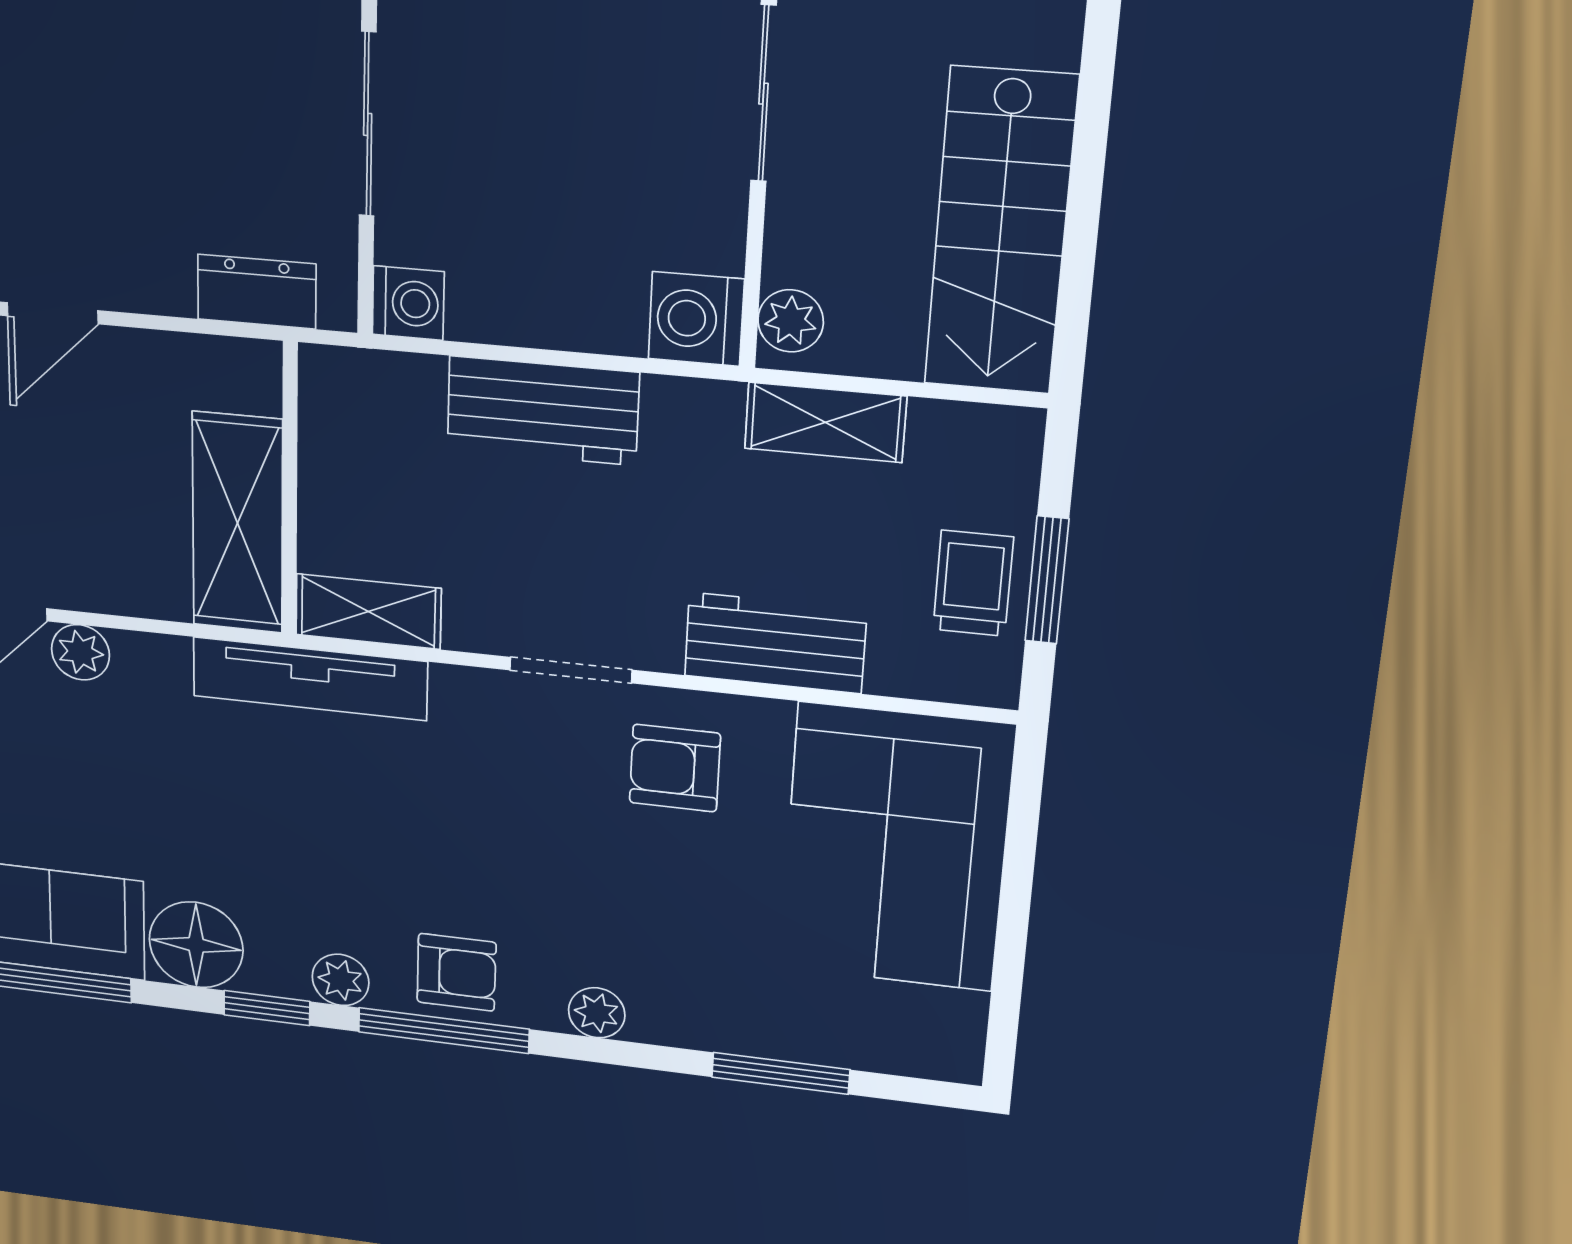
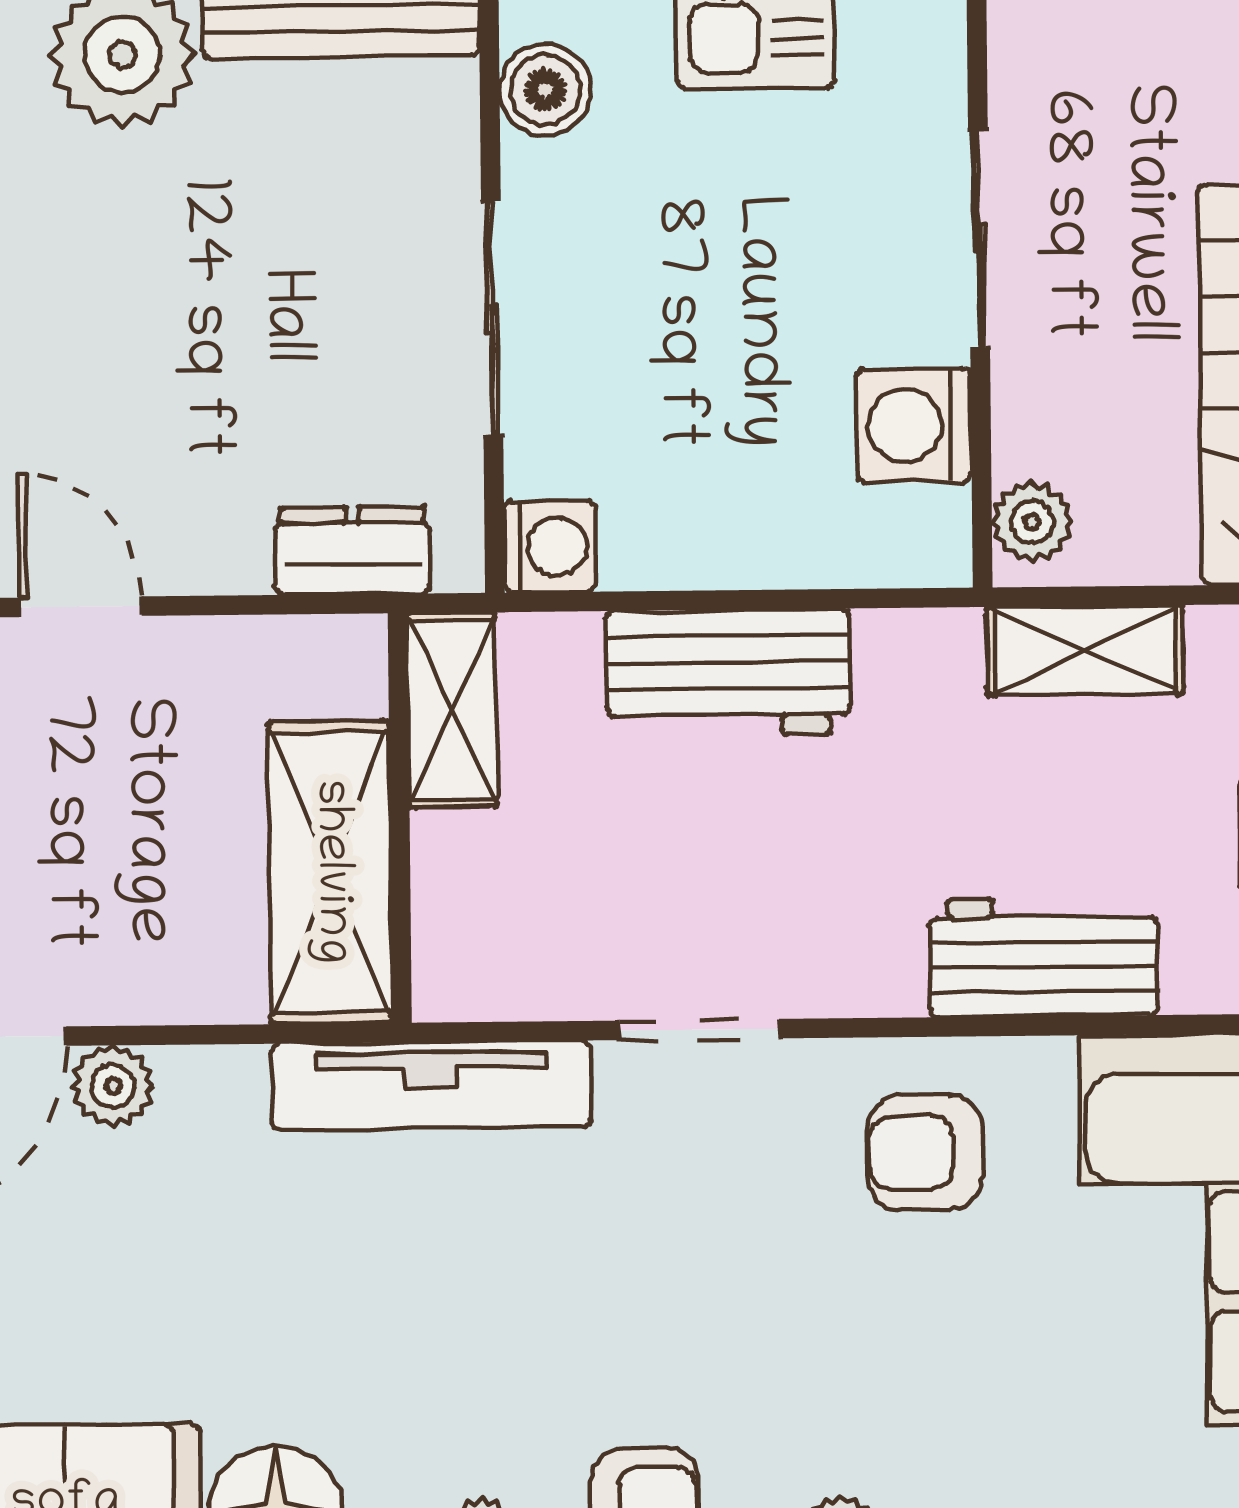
door: (53, 313) -> (80, 607), swing flipped
washing machine: (696, 319) -> (914, 426), moved
shelving: (368, 612) -> (452, 710), moved, turned 90
doorway: (571, 670) -> (699, 1030), moved

